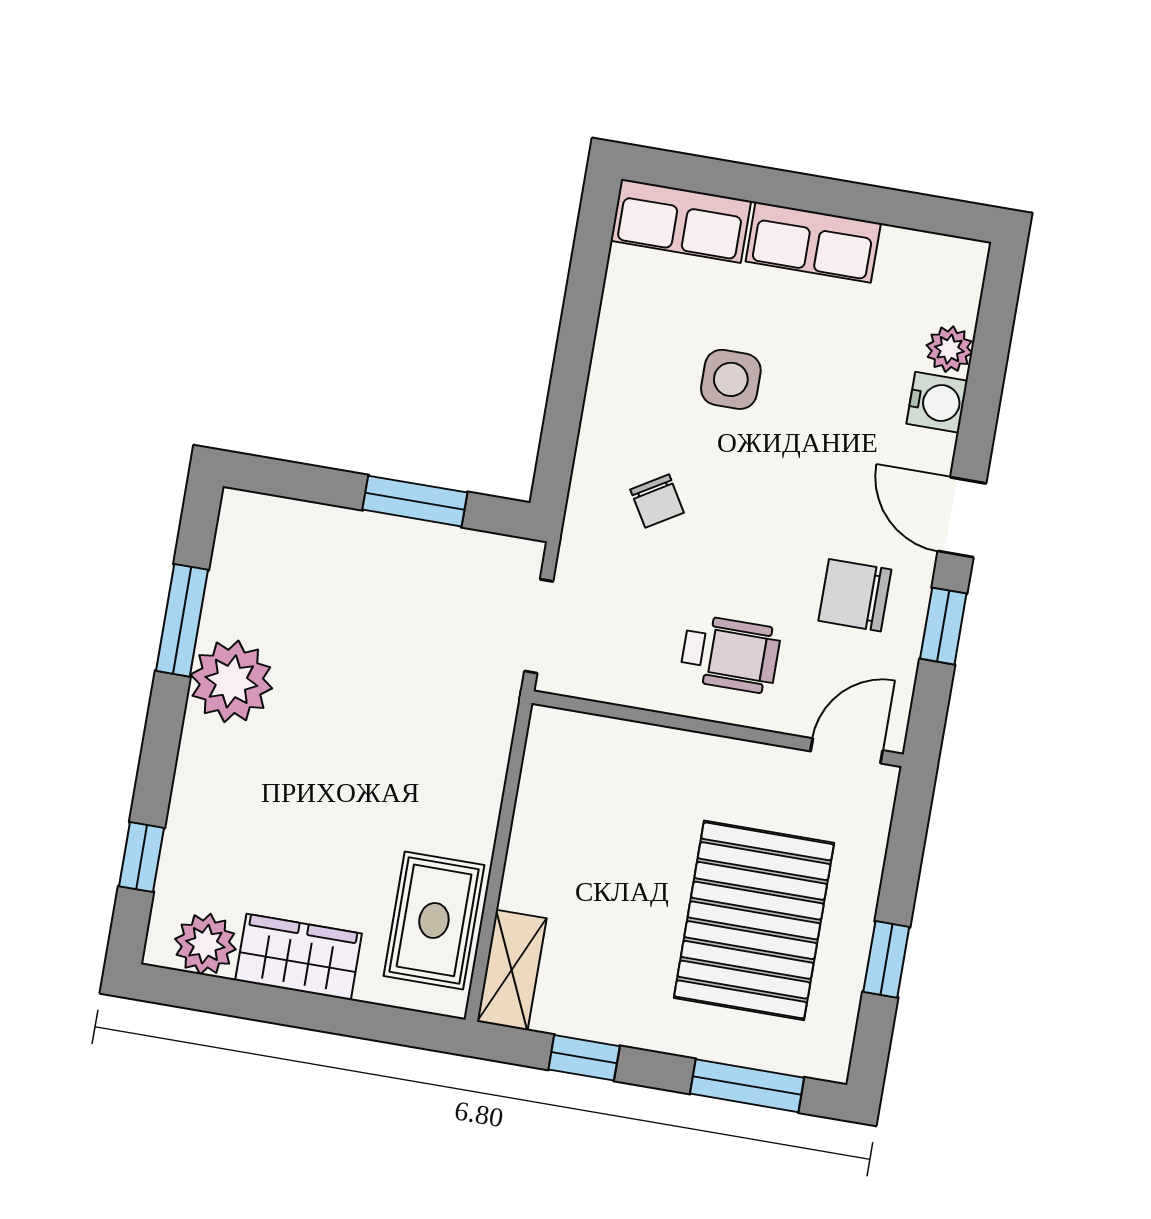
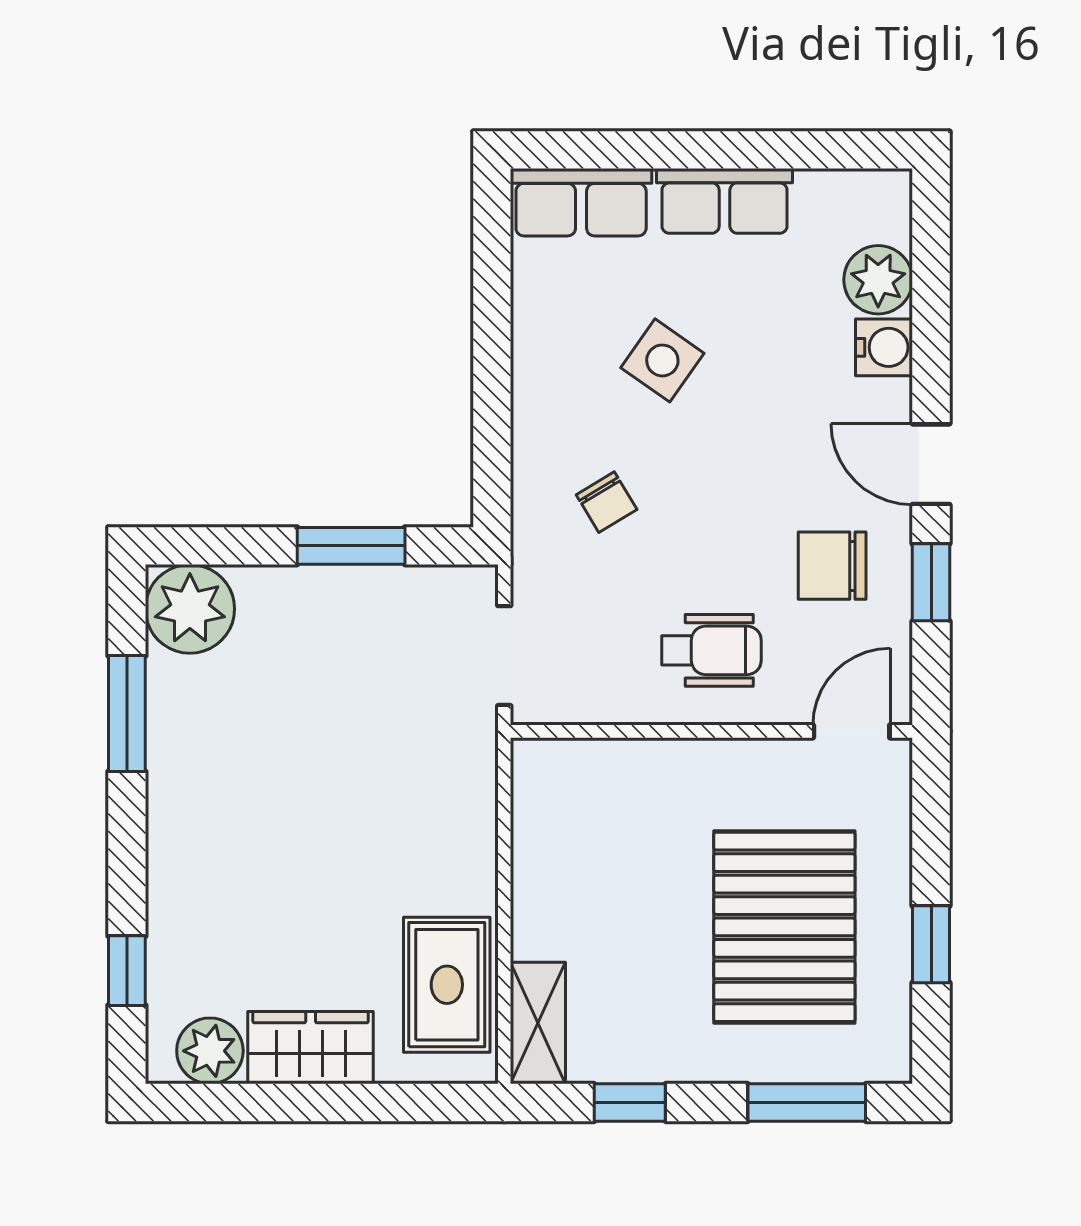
plant: (949, 349) -> (878, 280), width x1.38, depth x1.38
side table: (731, 379) -> (662, 360), turned 35
plant: (231, 681) -> (190, 609), moved

